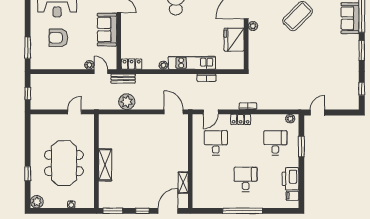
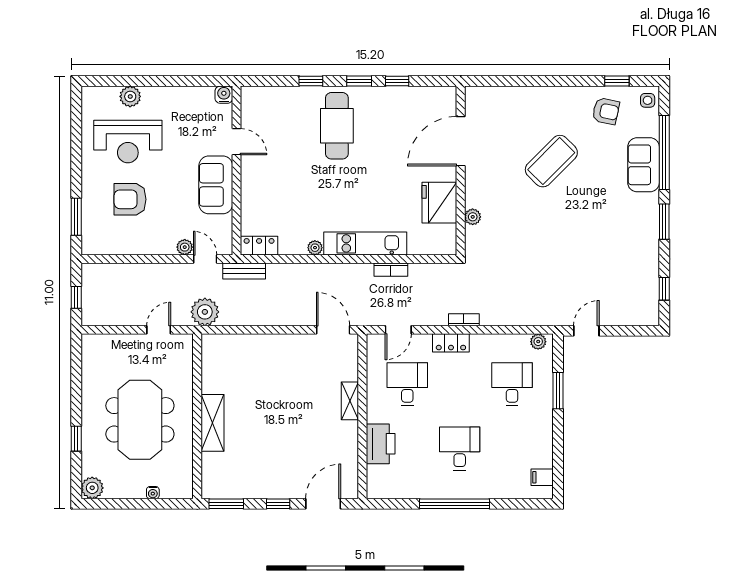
plant: (253, 26) -> (473, 217), moved
plant: (127, 102) -> (205, 312), moved
printer: (290, 179) -> (381, 444), moved, turned 180
shelving: (183, 183) -> (350, 401), moved

